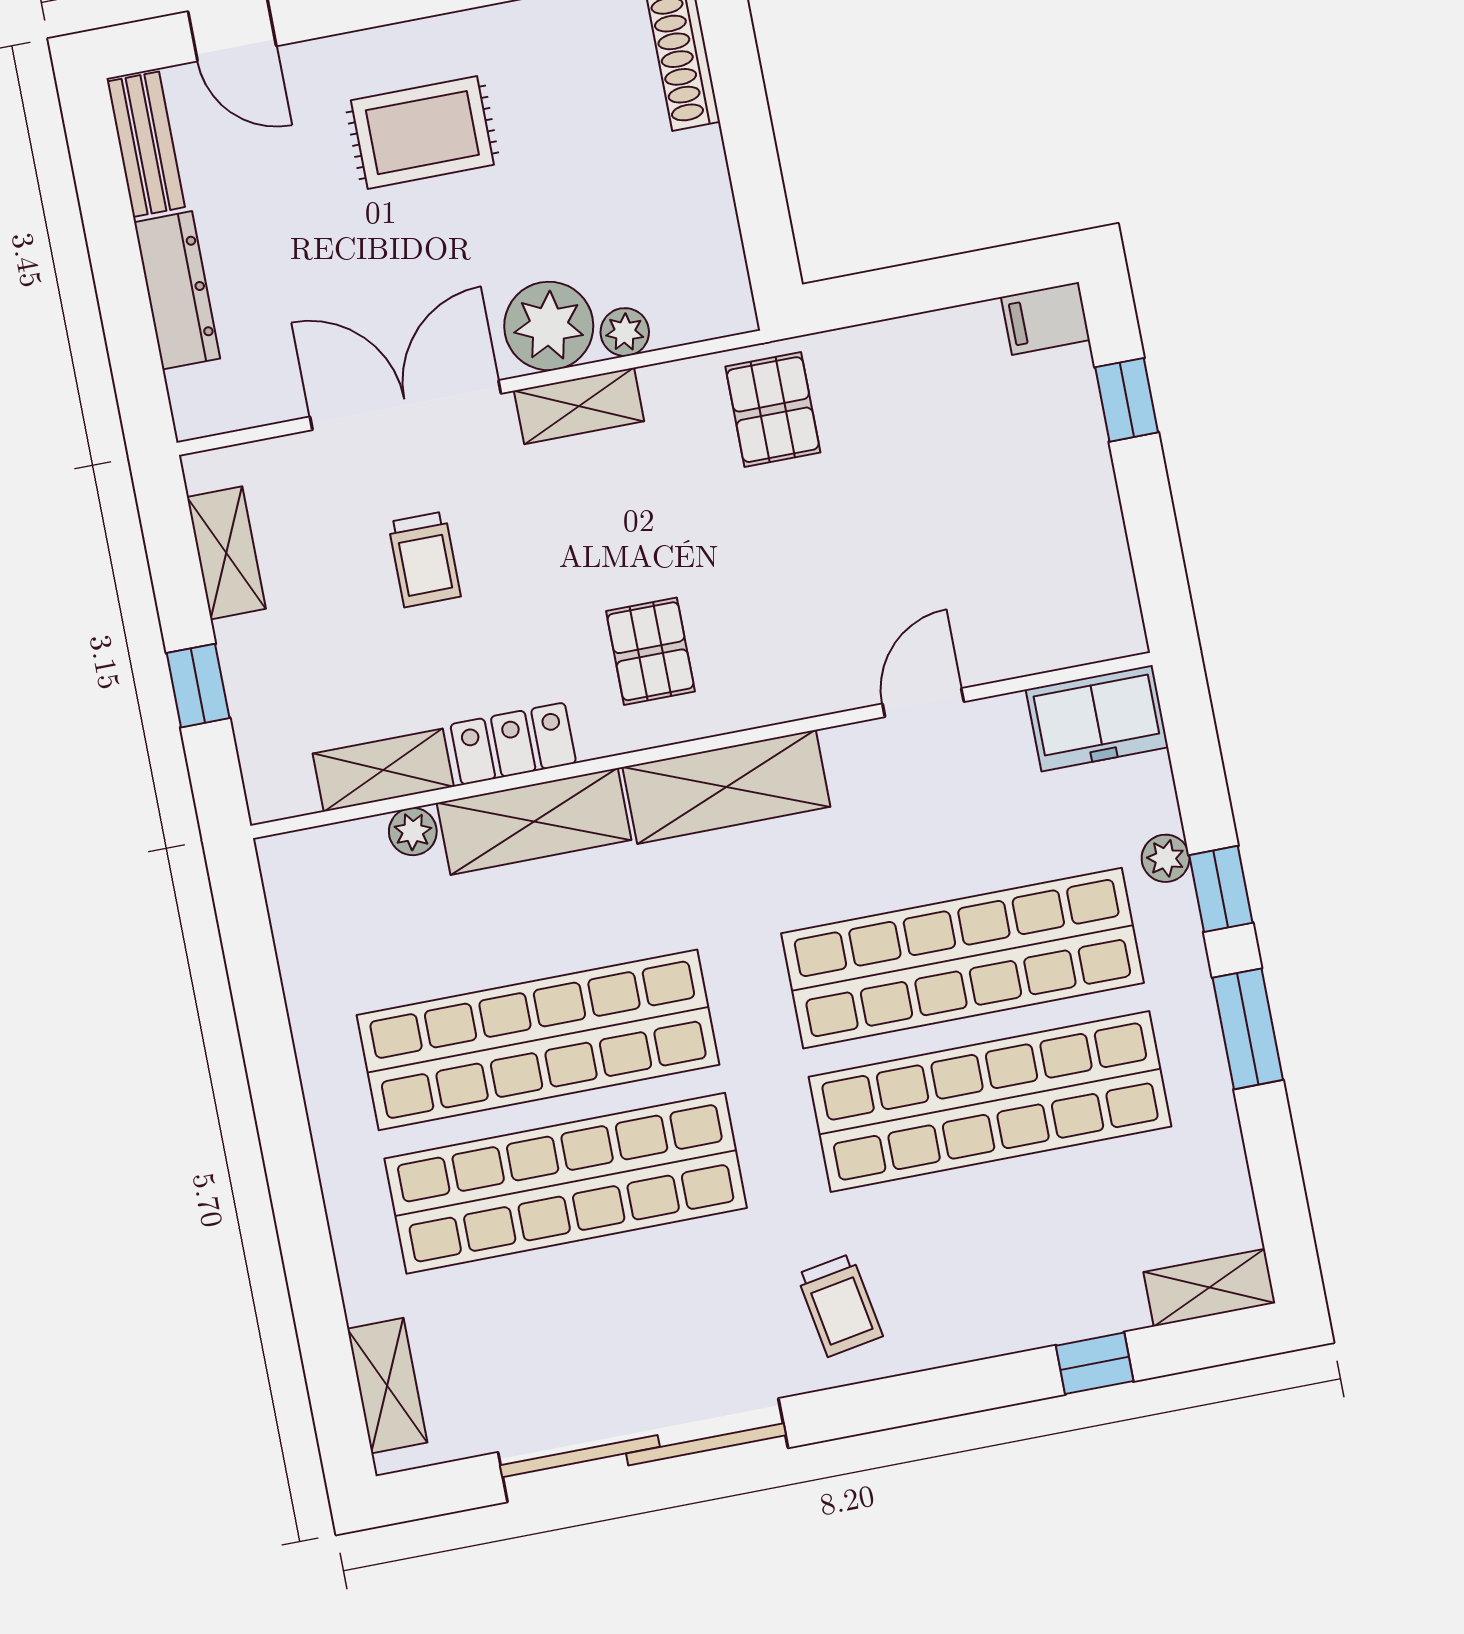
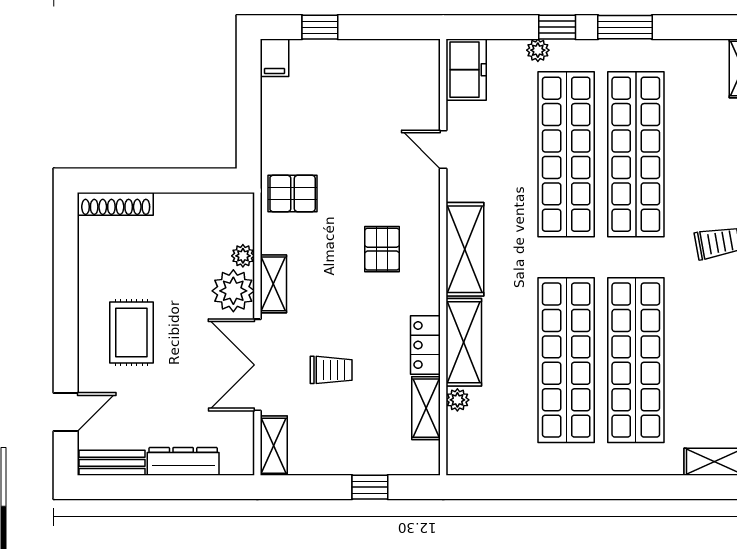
shelving: (226, 553) -> (274, 446), moved, turned 90
pallet: (650, 651) -> (382, 249), moved, turned 90

